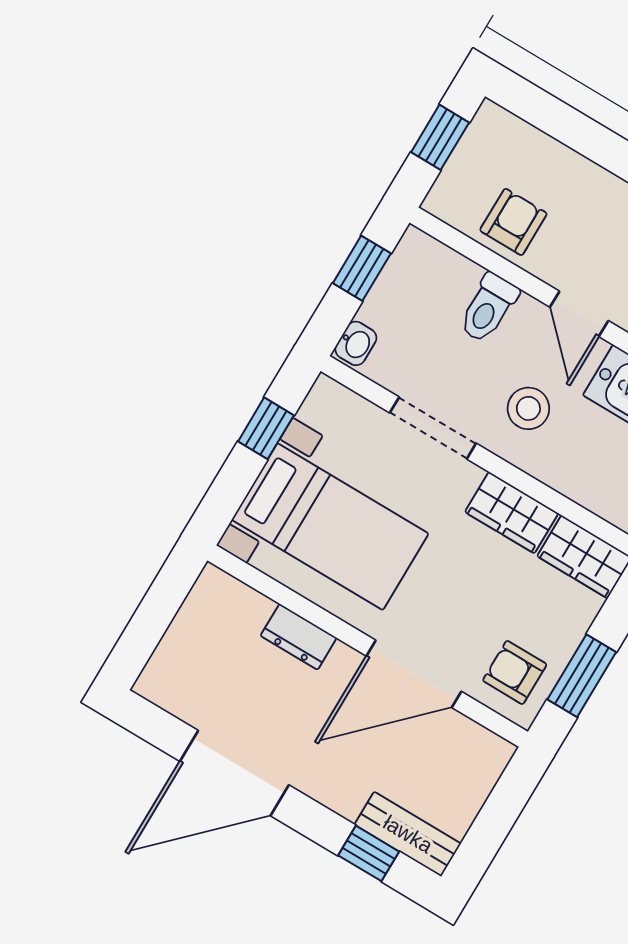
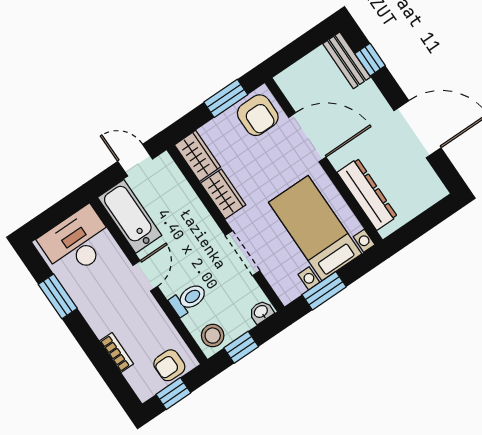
bookcase: (568, 162) -> (117, 352), added
armchair: (513, 222) -> (169, 365), moved
stool: (528, 408) -> (213, 336), moved
window: (266, 428) -> (324, 291), width x1.50
dresser: (299, 637) -> (367, 194), width x1.96, depth x1.24
armchair: (515, 672) -> (258, 115), width x1.38, depth x1.38

